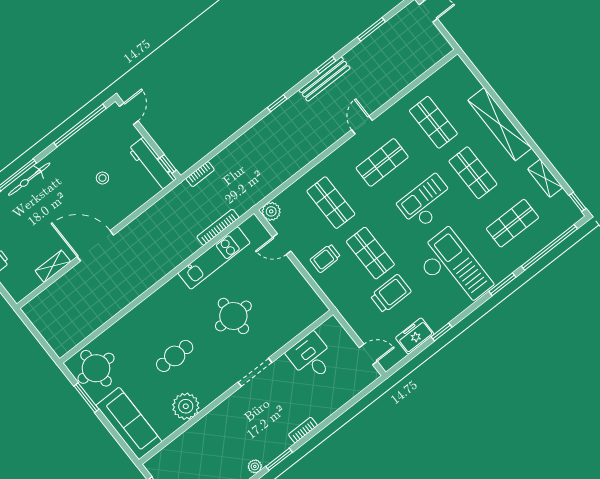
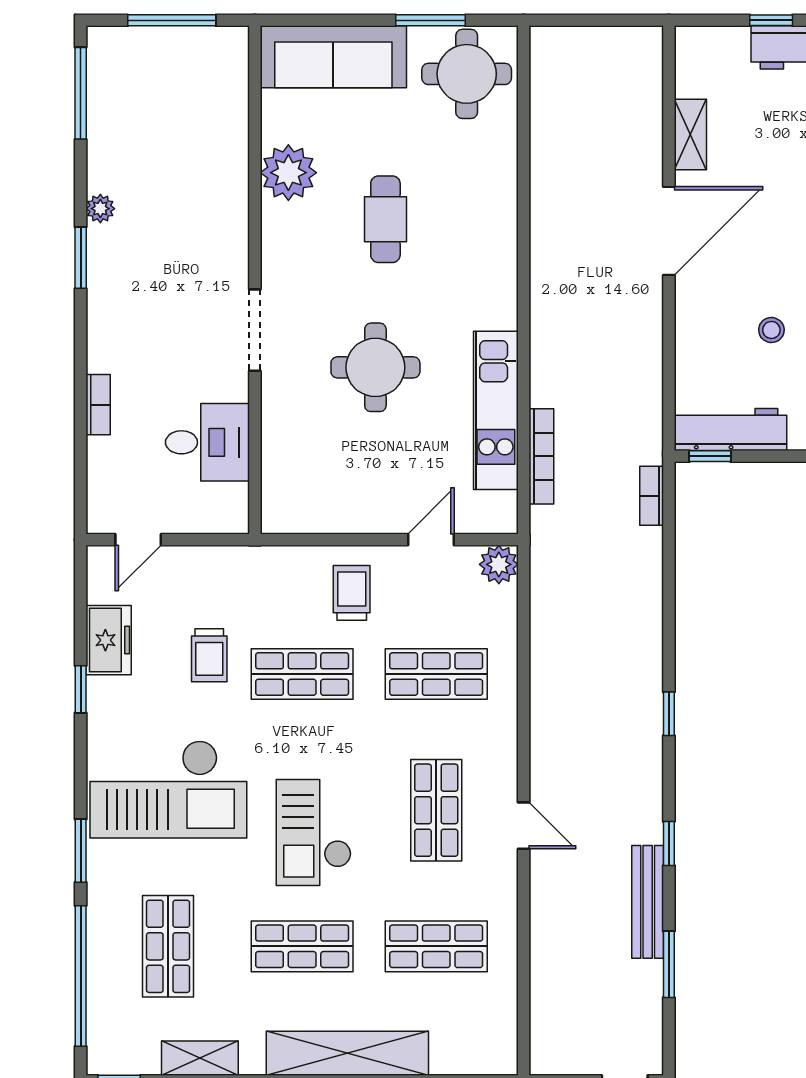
bench: (325, 79) -> (648, 902), moved
checkout: (427, 202) -> (314, 832), turned 180
trolley: (391, 294) -> (209, 655), width x0.73, depth x0.72
bookcase: (303, 430) -> (98, 405), moved

